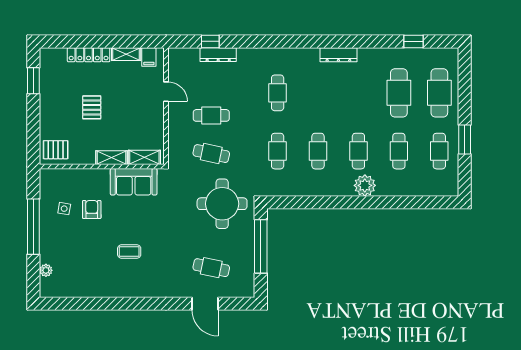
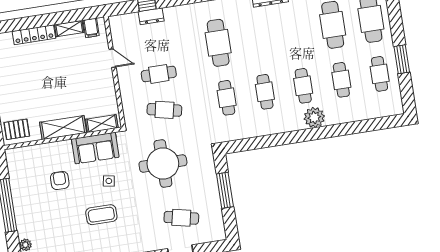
dresser: (218, 55) -> (151, 16), width x0.70
cafe table: (278, 93) -> (218, 43), width x1.37, depth x1.35
pallet: (92, 107) -> (45, 84), removed
shelving: (112, 158) -> (63, 128), width x1.50, depth x1.33
round table: (222, 204) -> (163, 164), moved
side table: (64, 209) -> (109, 181), moved
window: (261, 246) -> (225, 190), width x0.68
coffee table: (129, 252) -> (101, 215), width x1.36, depth x1.30

